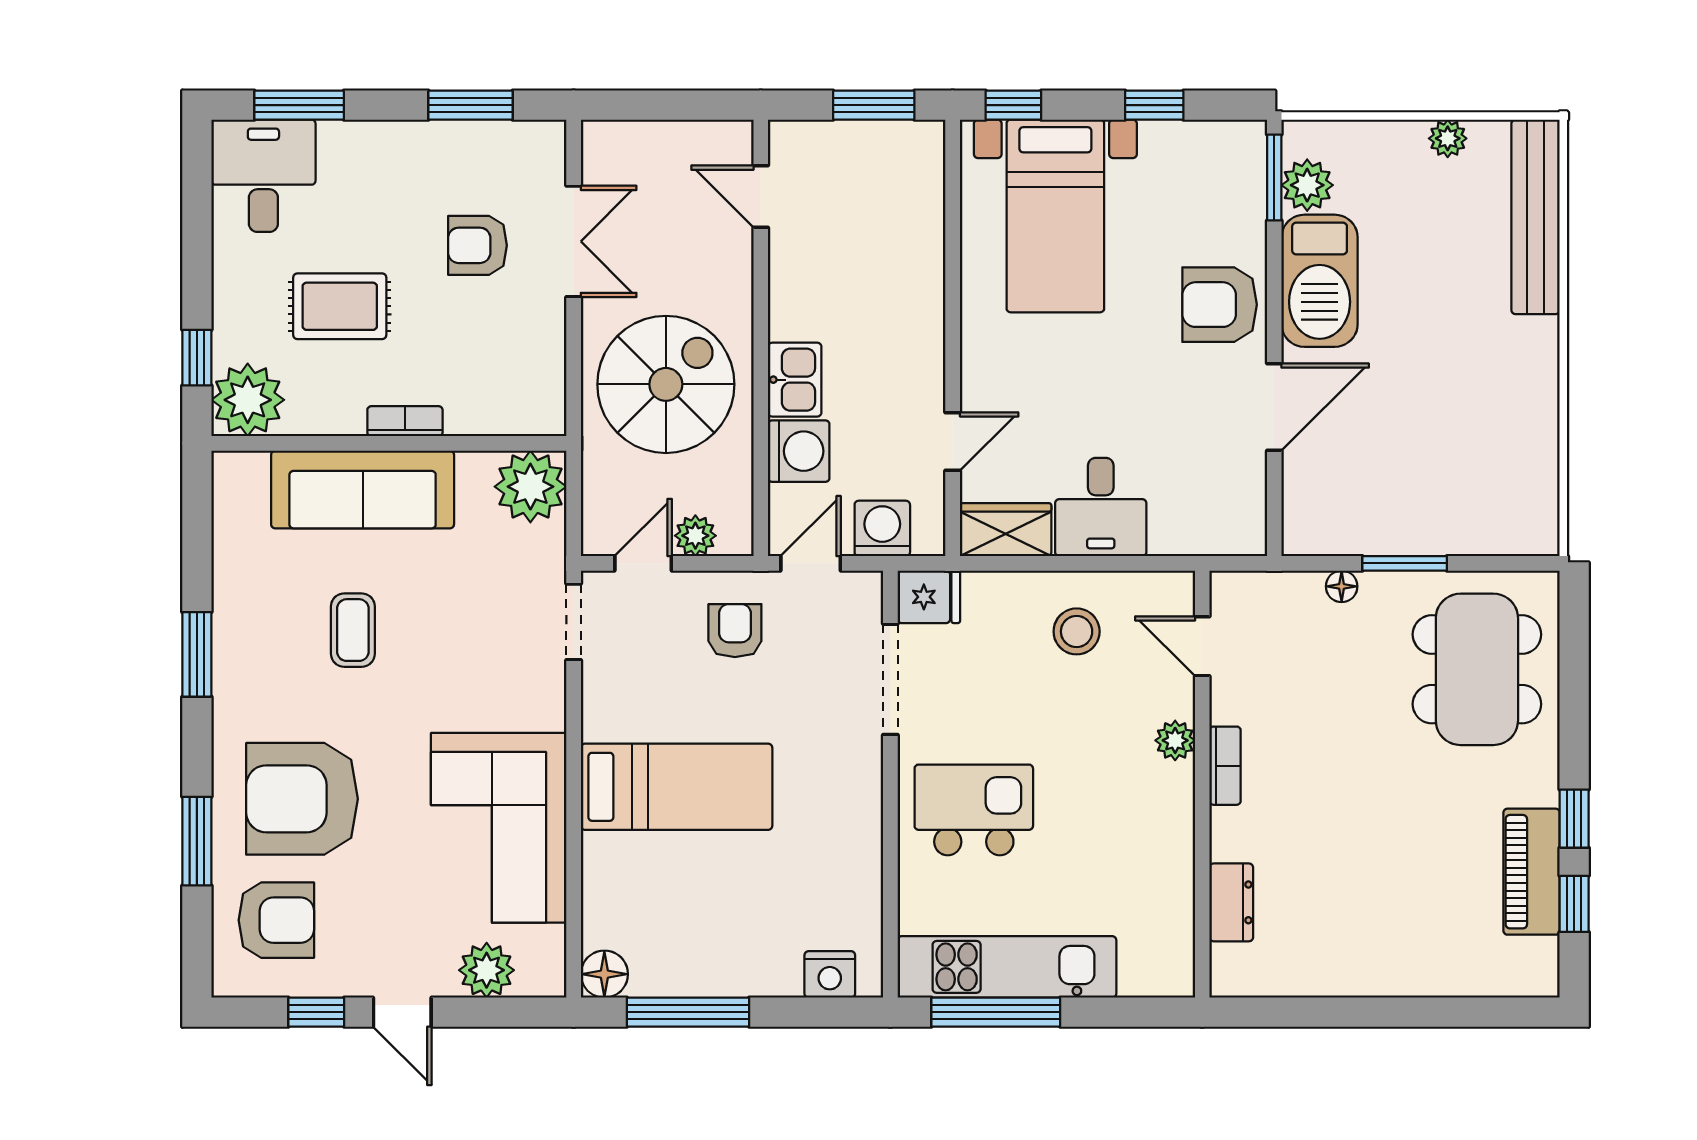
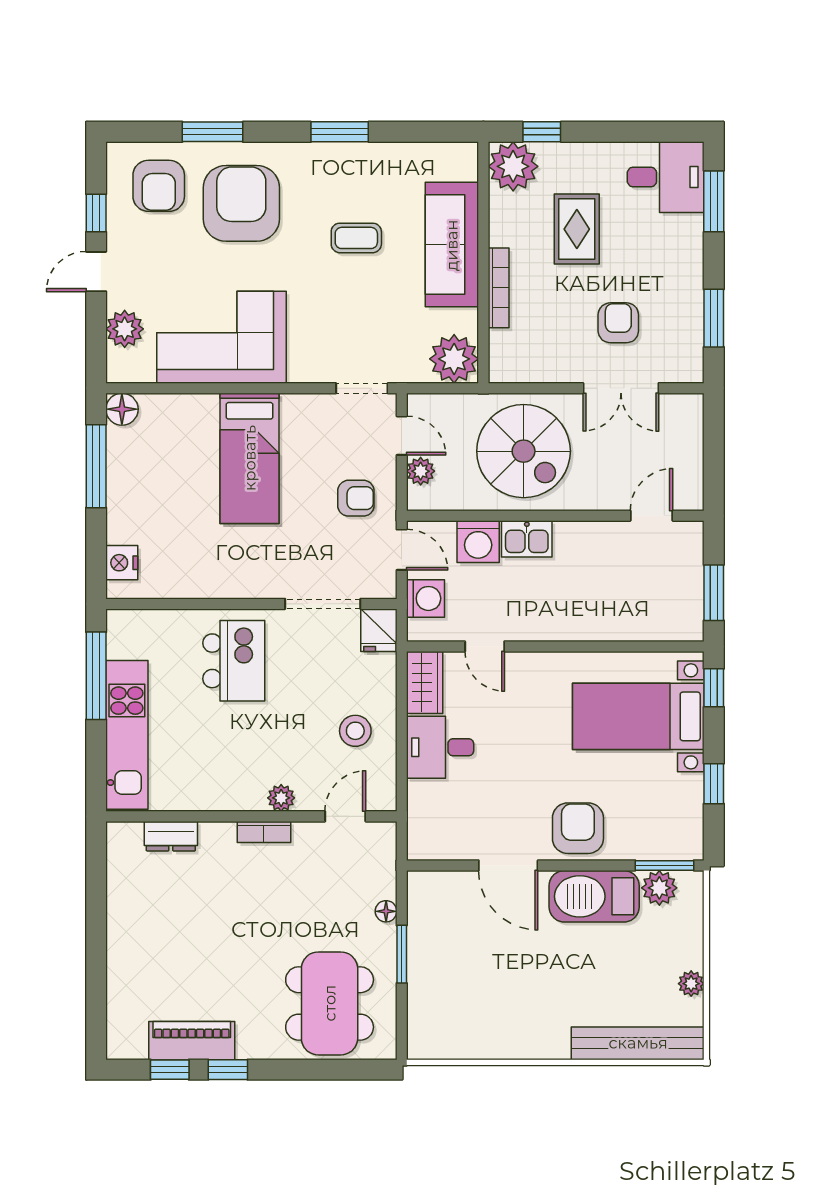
bookcase: (405, 421) -> (499, 288), width x1.56
dining table: (1477, 669) -> (330, 1003), turned 90
kitchen unit: (1007, 967) -> (127, 735), moved

